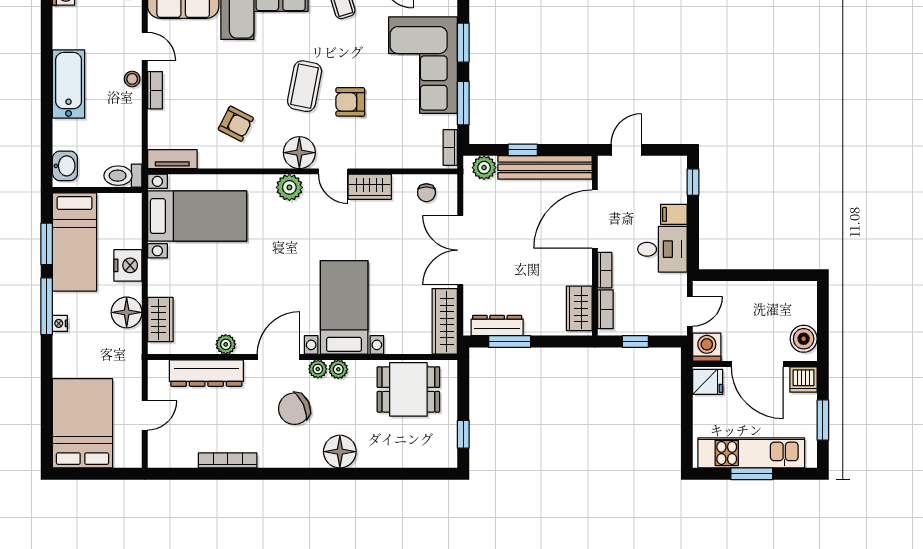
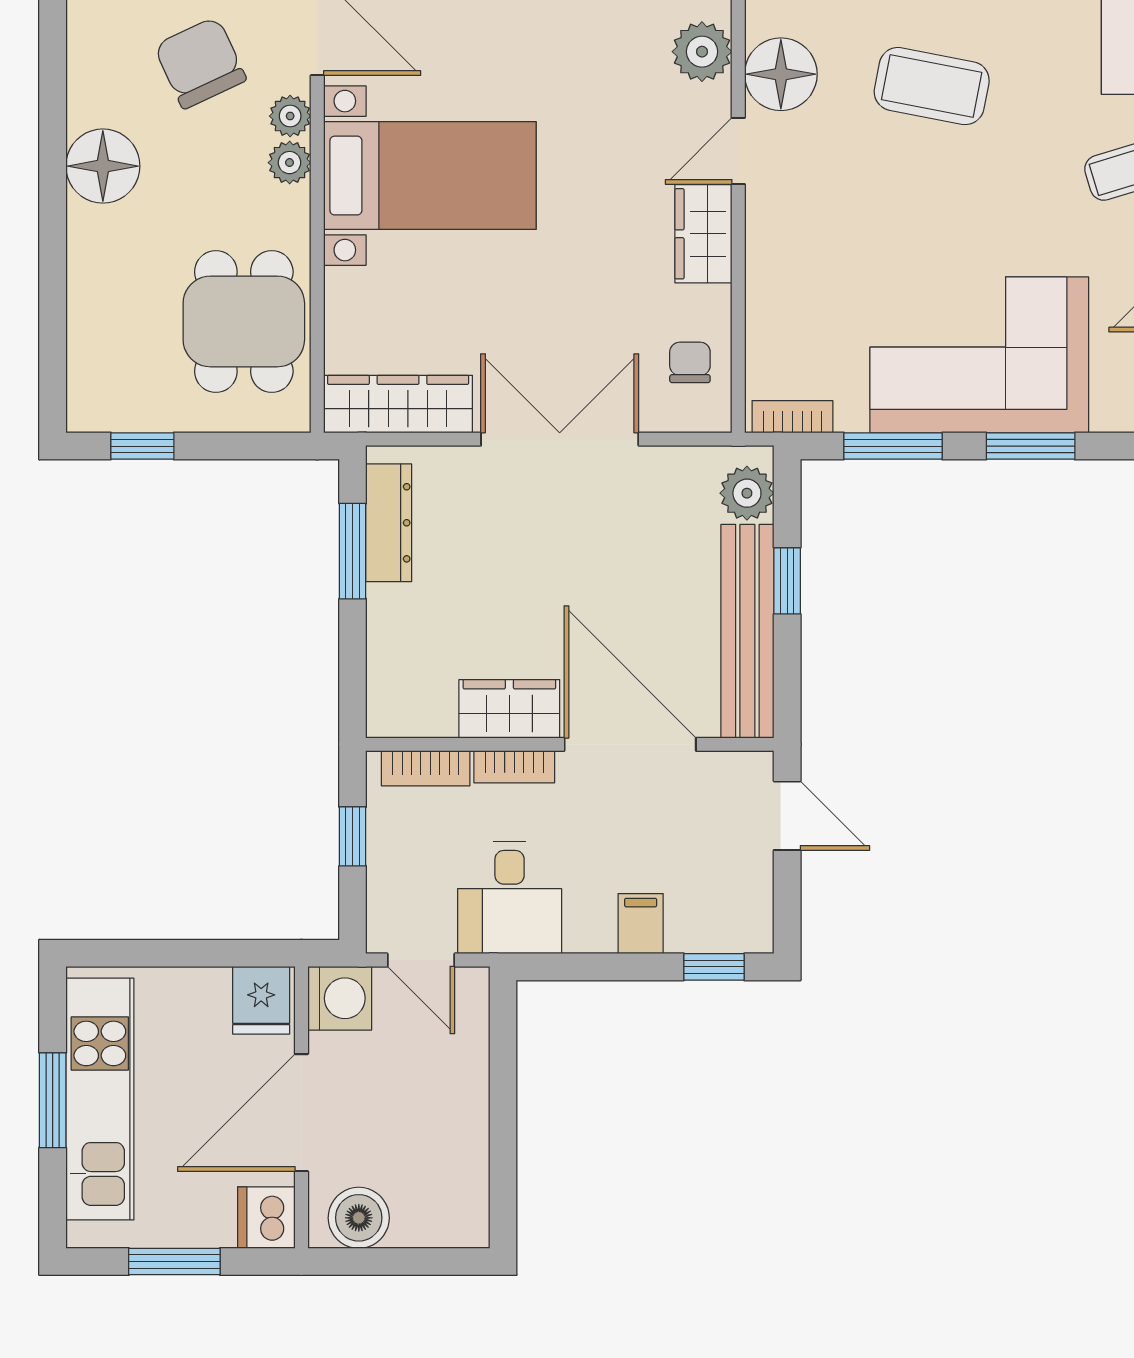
armchair: (350, 102) -> (896, 190), removed
chair: (426, 193) -> (690, 362), turned 90
desk: (662, 249) -> (510, 898), moved
wardrobe: (579, 308) -> (509, 709), moved

